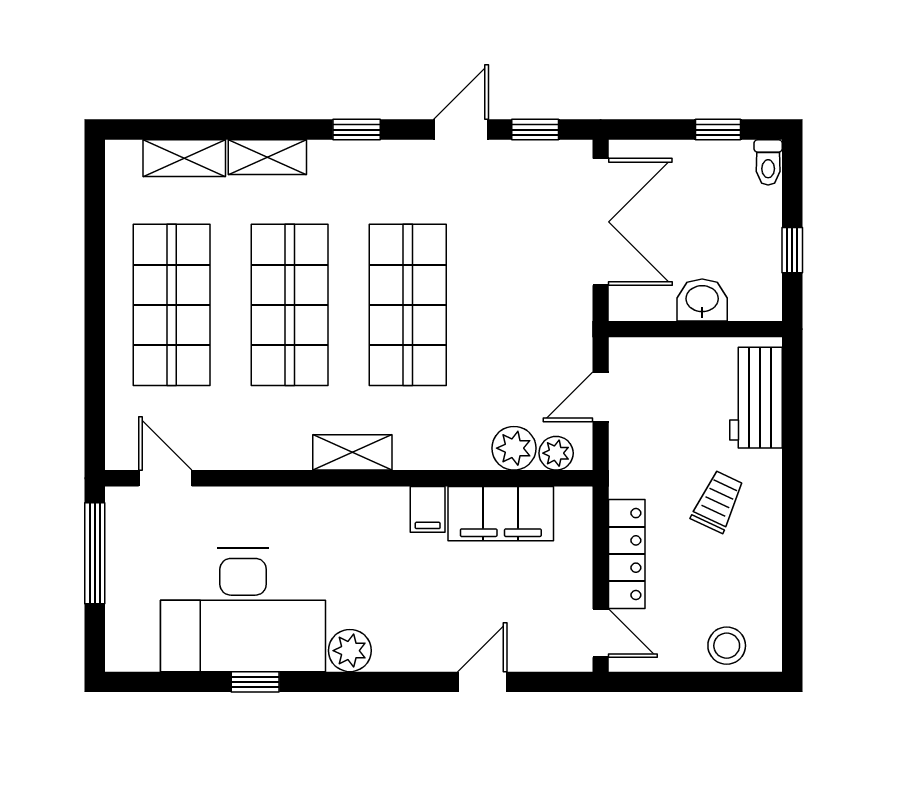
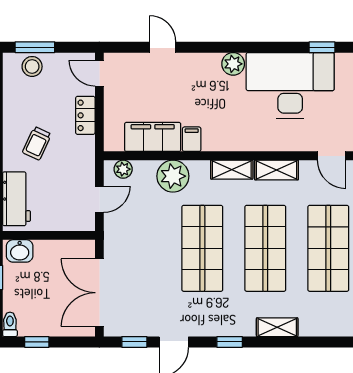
shelving: (184, 158) -> (277, 170), moved
washbasin: (702, 300) -> (20, 251), moved
plant: (514, 448) -> (173, 176), moved, width x1.36, depth x1.36
locker: (627, 554) -> (85, 115), width x0.66
window: (255, 682) -> (322, 47), moved
door: (482, 682) -> (162, 47), swing flipped
window: (721, 682) -> (35, 47), added

